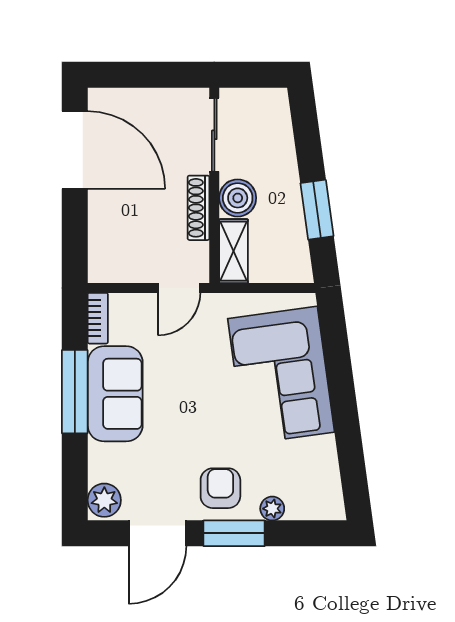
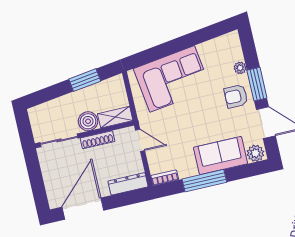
dresser: (102, 246) -> (128, 184), added
sofa: (115, 394) -> (221, 156), moved

